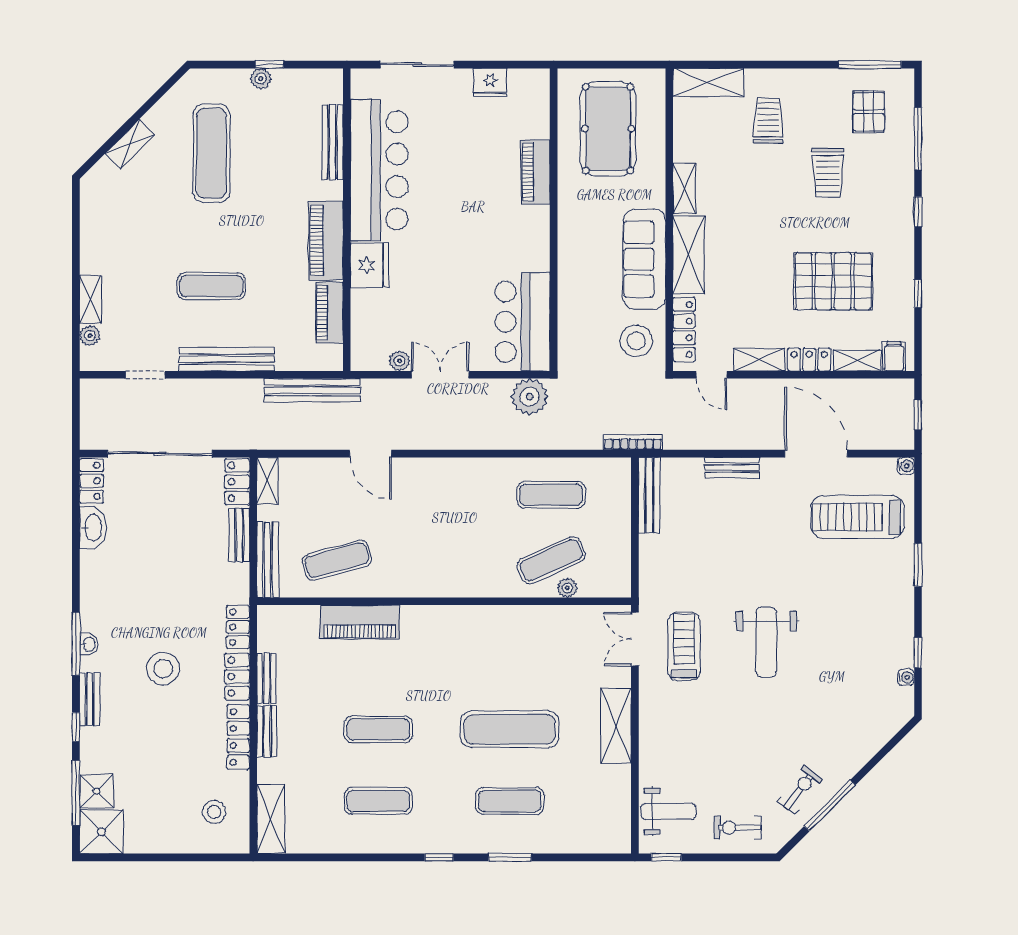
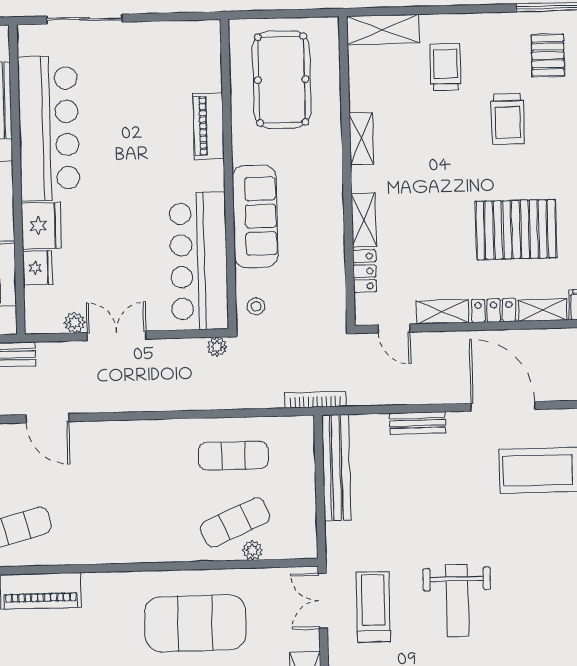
fridge: (490, 83) -> (38, 268), moved, turned -90
shelving: (689, 255) -> (364, 220), width x0.67, depth x0.75
sofa: (644, 259) -> (255, 216), moved, turned 180
bar counter: (522, 322) -> (199, 261), width x1.36
locker: (684, 330) -> (365, 271), width x0.66
stool: (636, 341) -> (256, 306), moved, width x0.53, depth x0.53
plant: (530, 397) -> (217, 347), width x0.53, depth x0.53
bench: (649, 495) -> (336, 468), width x1.37, depth x1.21
exercise mat: (510, 658) -> (195, 623), added

